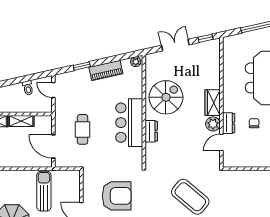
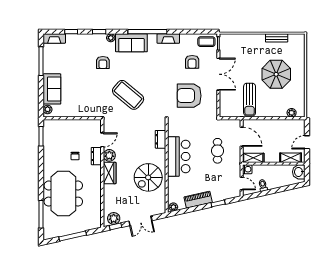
plant: (208, 48) -> (114, 218), added
washing machine: (47, 107) -> (247, 169), added
shelving: (21, 121) -> (253, 158), moved
dresser: (151, 131) -> (161, 139), moved

